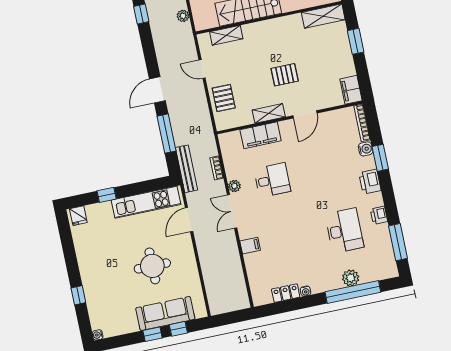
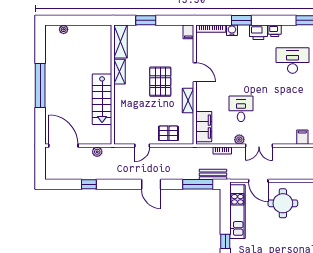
shelving: (226, 35) -> (120, 72), moved
pallet: (285, 75) -> (160, 82), width x1.50, depth x1.42
filing cabinet: (351, 90) -> (188, 32), width x0.50
window: (166, 134) -> (198, 184), moved
filing cabinet: (261, 135) -> (204, 127), moved
bench: (186, 169) -> (213, 174), width x0.73
printer: (379, 215) -> (275, 31), moved
filing cabinet: (250, 246) -> (302, 137), moved
round table: (152, 266) -> (283, 203), moved

